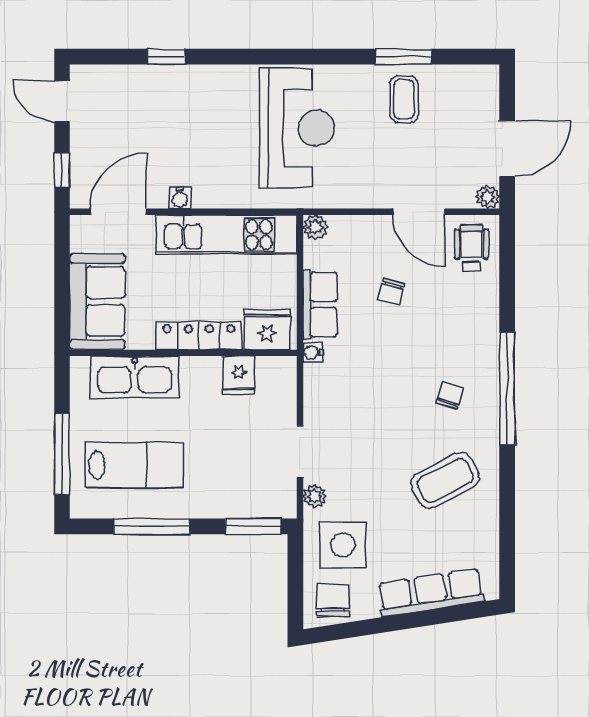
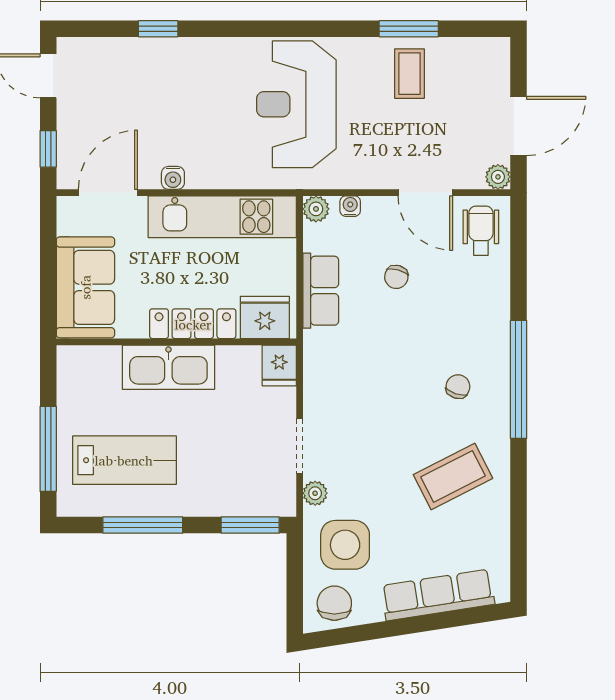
reception desk: (297, 128) -> (296, 104), turned 180
water cooler: (313, 352) -> (350, 206), moved, turned 90
fridge: (239, 375) -> (279, 365), moved
kitchen sink: (135, 377) -> (168, 367), moved

